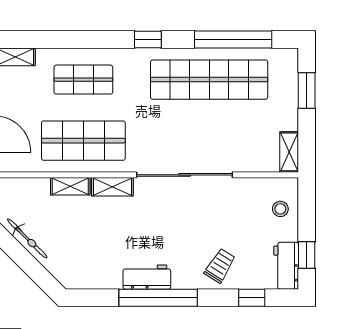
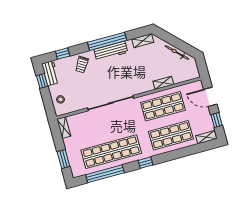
shop shelf: (83, 80) -> (171, 135), width x1.43, depth x1.36
shelving: (112, 187) -> (143, 41), moved
workbench: (147, 277) -> (111, 51), width x1.38

